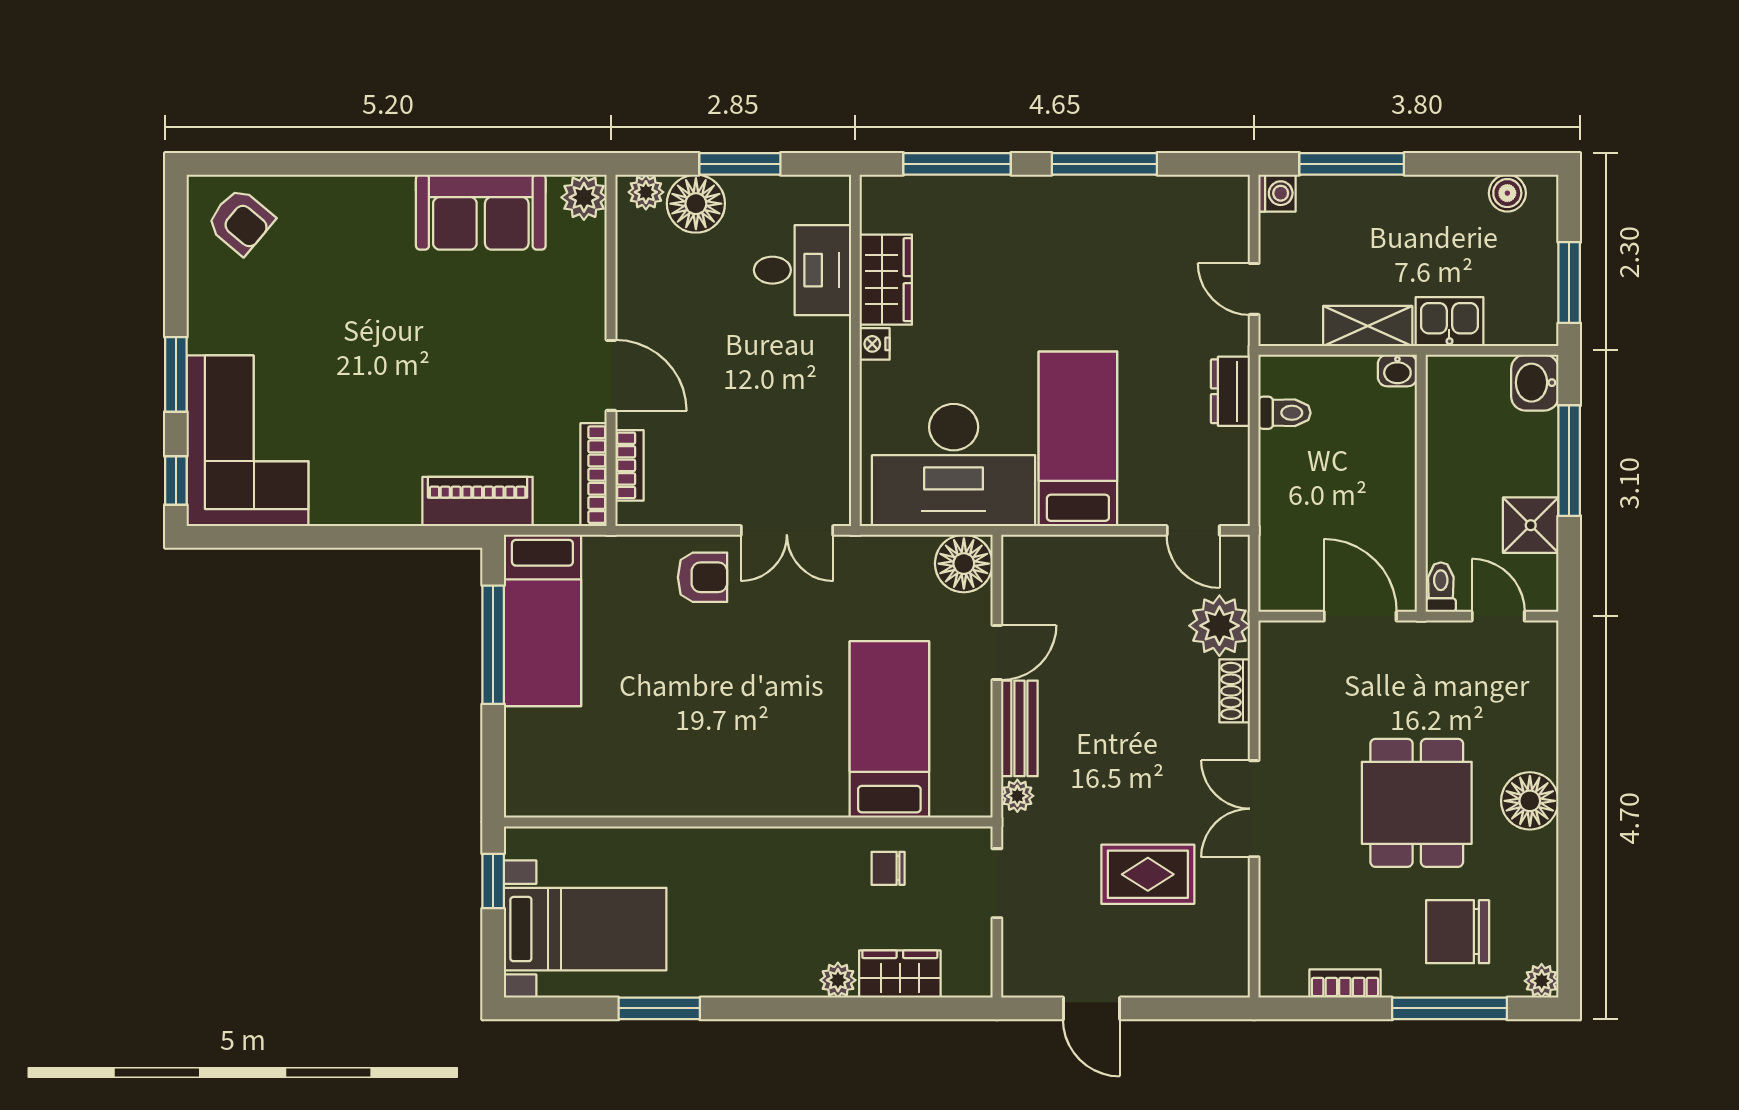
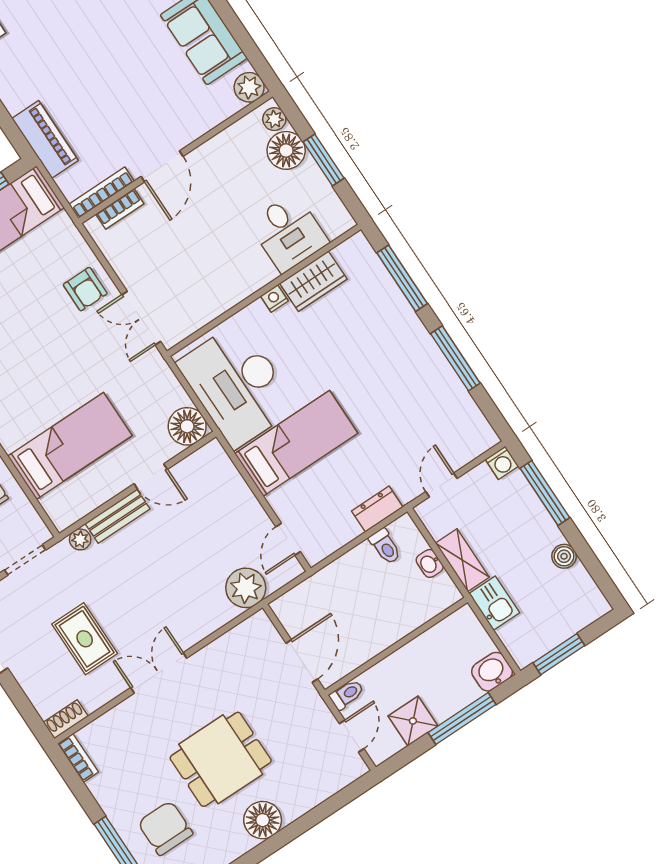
boiler: (1507, 193) -> (564, 556), moved
washbasin: (1397, 371) -> (430, 563), moved
shoe rack: (1235, 691) -> (66, 719), moved
bookcase: (1345, 984) -> (78, 758), moved

